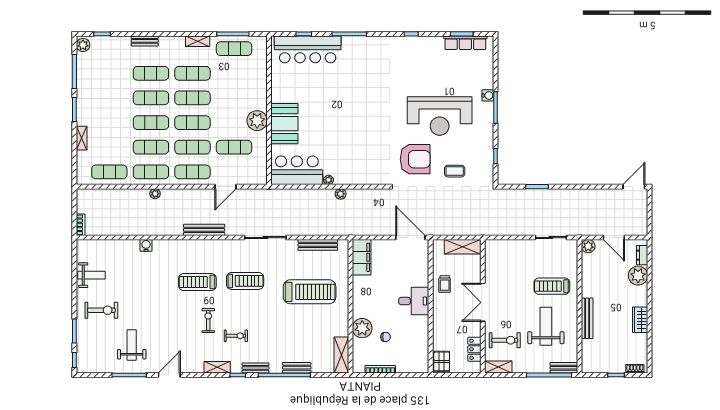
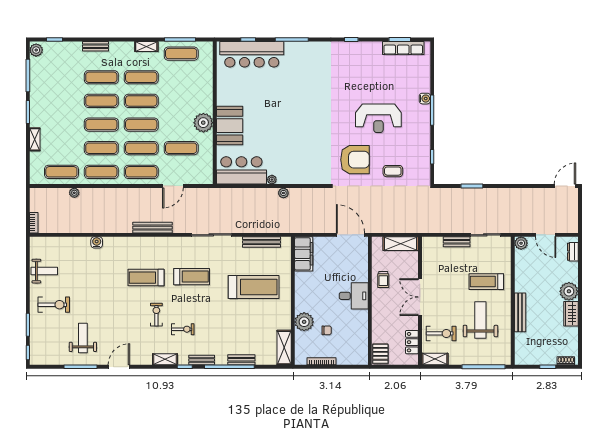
reception desk: (440, 116) -> (378, 118), width x0.74, depth x0.77
plant: (155, 194) -> (74, 193), moved
plant: (638, 276) -> (569, 291), moved
bench: (564, 368) -> (457, 242), moved

